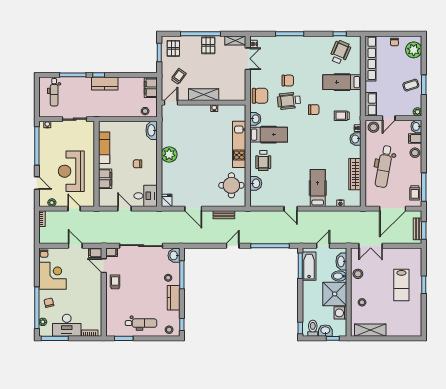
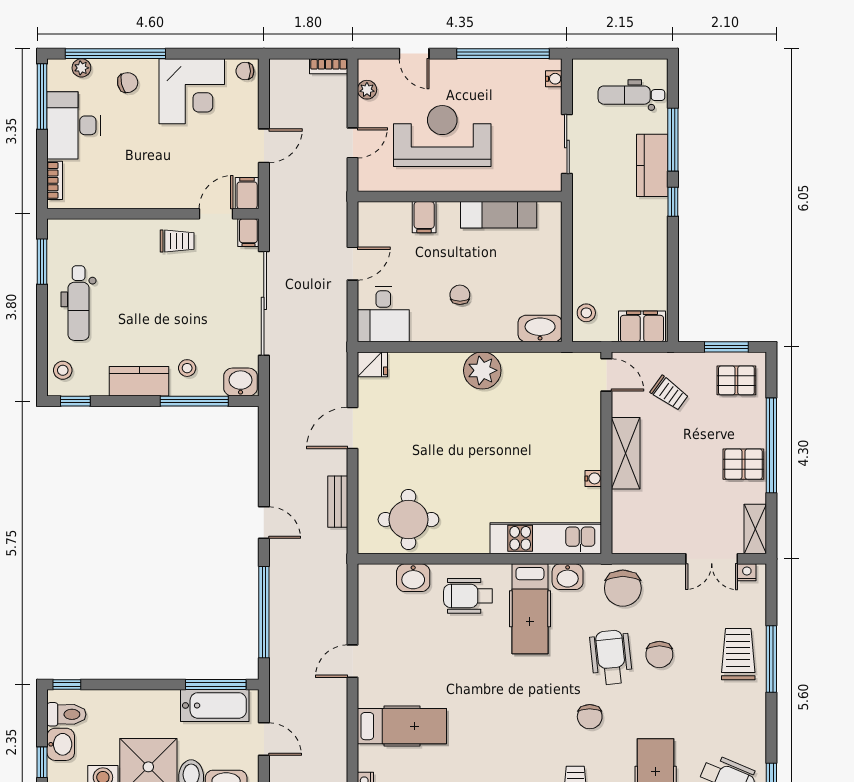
trolley: (288, 48) -> (738, 654), added
kitchen counter: (105, 83) -> (652, 165), moved
kitchen unit: (239, 144) -> (546, 538), moved
filing cabinet: (105, 179) -> (424, 217), width x0.50
door: (37, 183) -> (414, 54), hinge flipped

